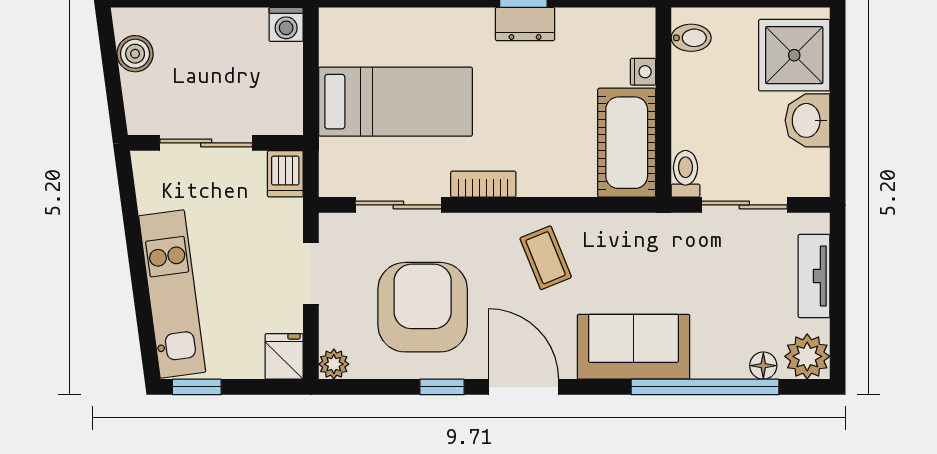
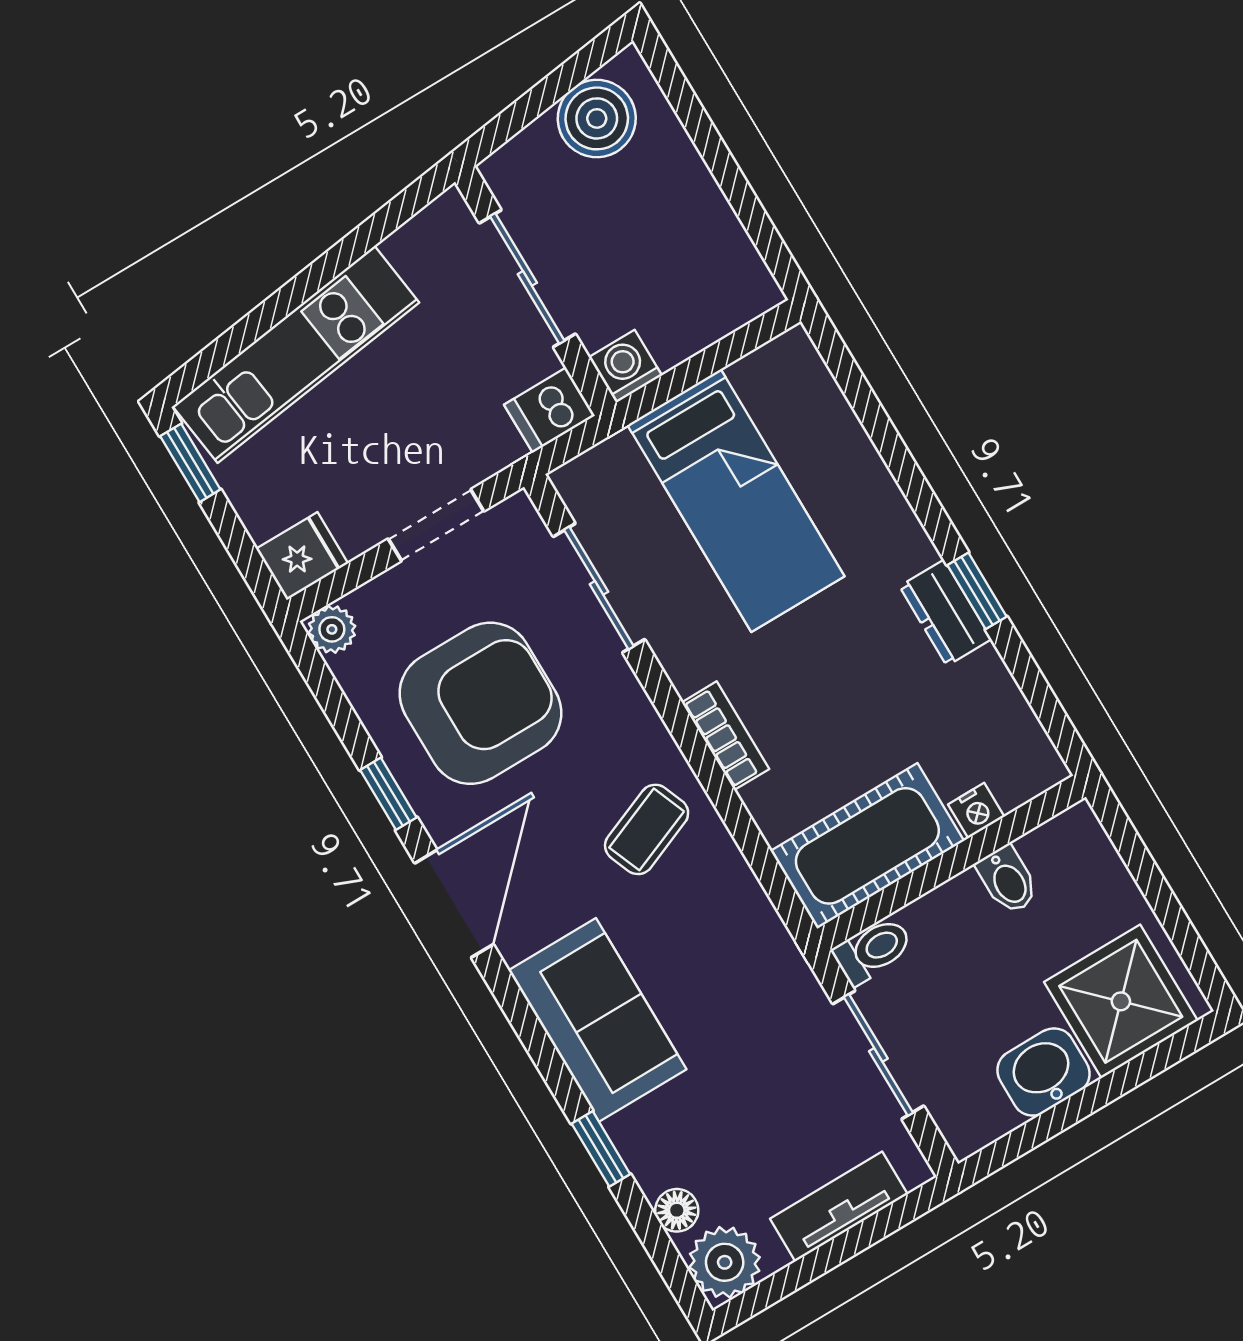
washing machine: (286, 24) -> (625, 366), moved, turned 90
bidet: (691, 38) -> (1008, 880), moved
boiler: (135, 54) -> (597, 118), width x1.36, depth x1.36
bookcase: (483, 184) -> (725, 736), moved
window: (705, 387) -> (601, 1149), width x0.32

